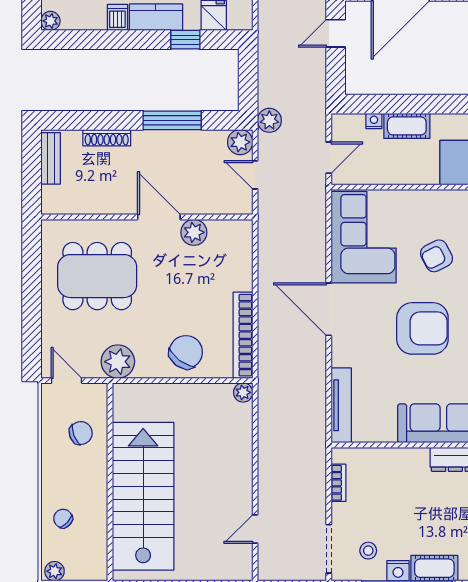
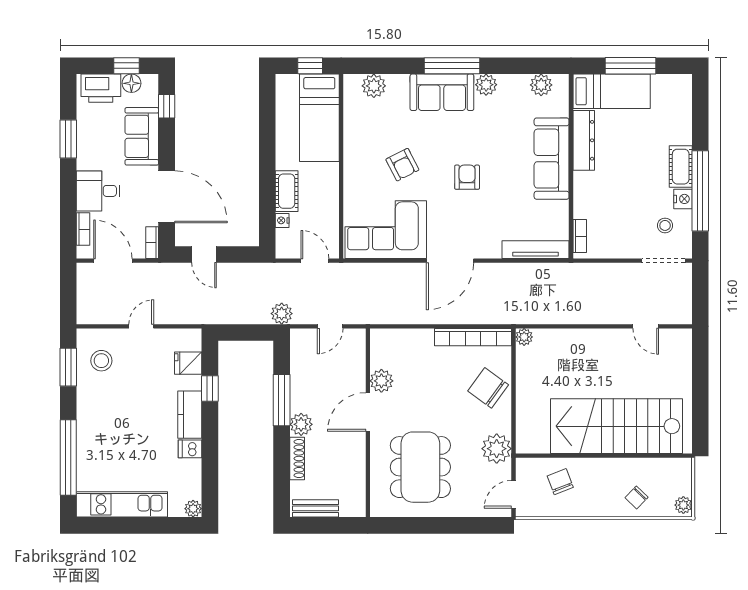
plant: (240, 142) -> (301, 424), moved
armchair: (422, 328) -> (467, 177), width x0.53, depth x0.53
bookcase: (339, 483) -> (580, 236), moved, turned 90

